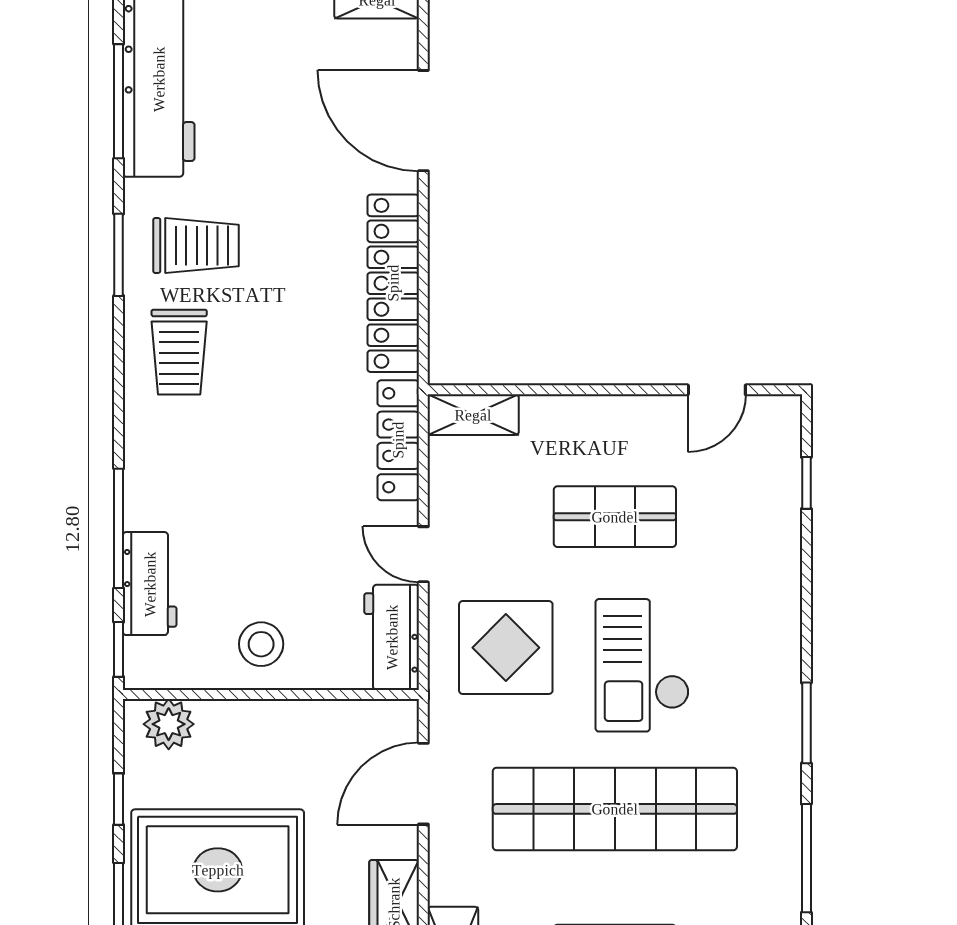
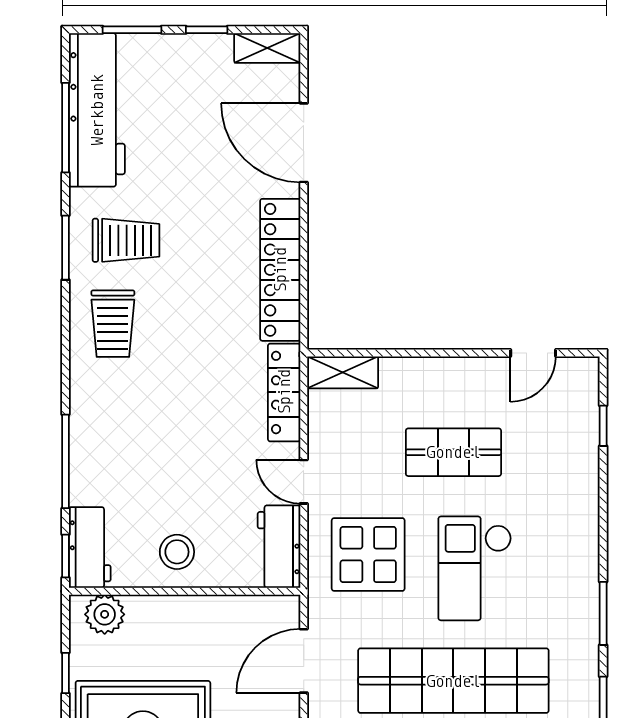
workbench: (150, 584) -> (90, 547), moved

